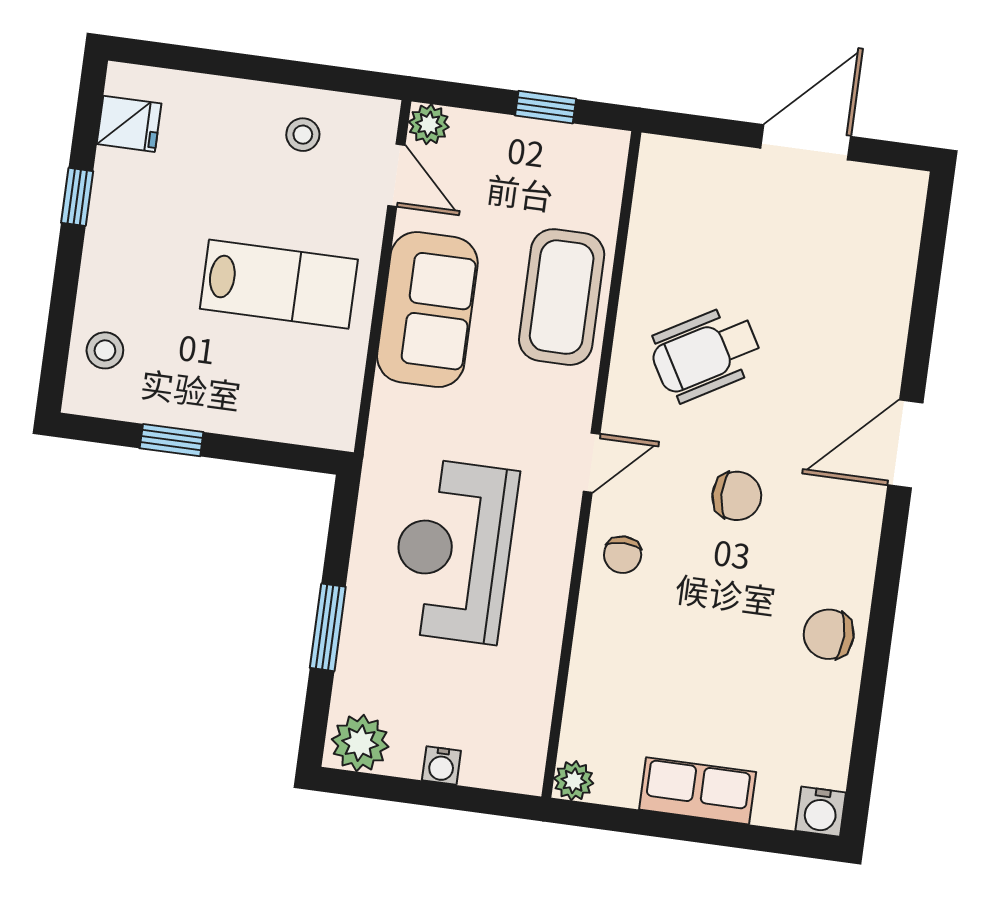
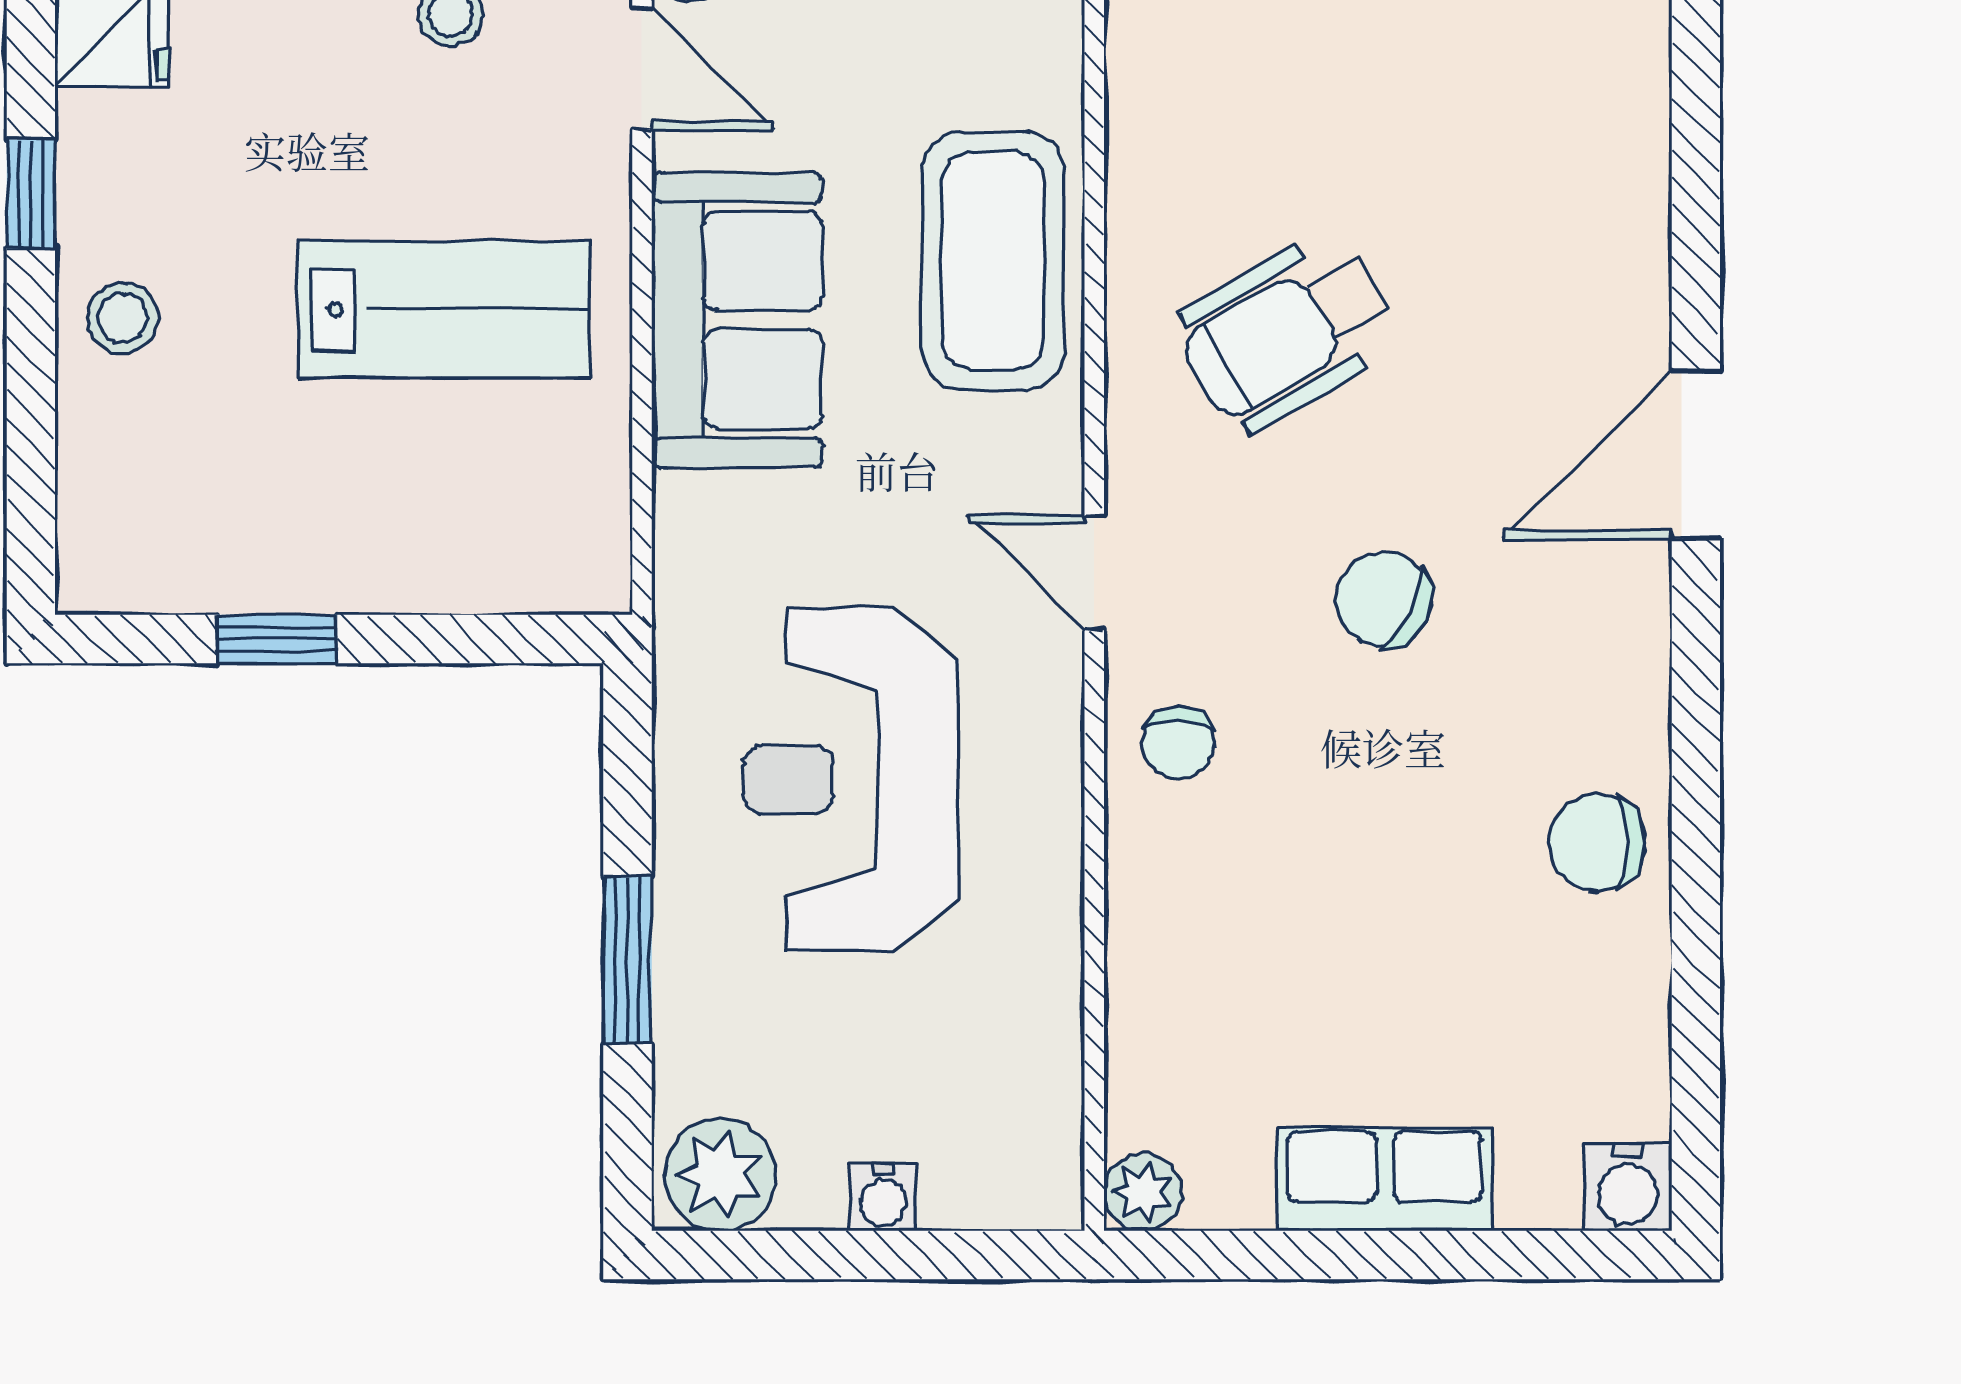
stool: (105, 350) -> (122, 318), moved
door: (592, 463) -> (1094, 573), swing flipped
chair: (737, 496) -> (1383, 599), turned -152

